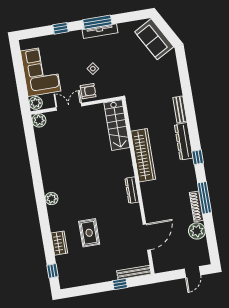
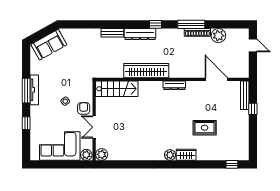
wardrobe: (59, 243) -> (186, 155), moved

